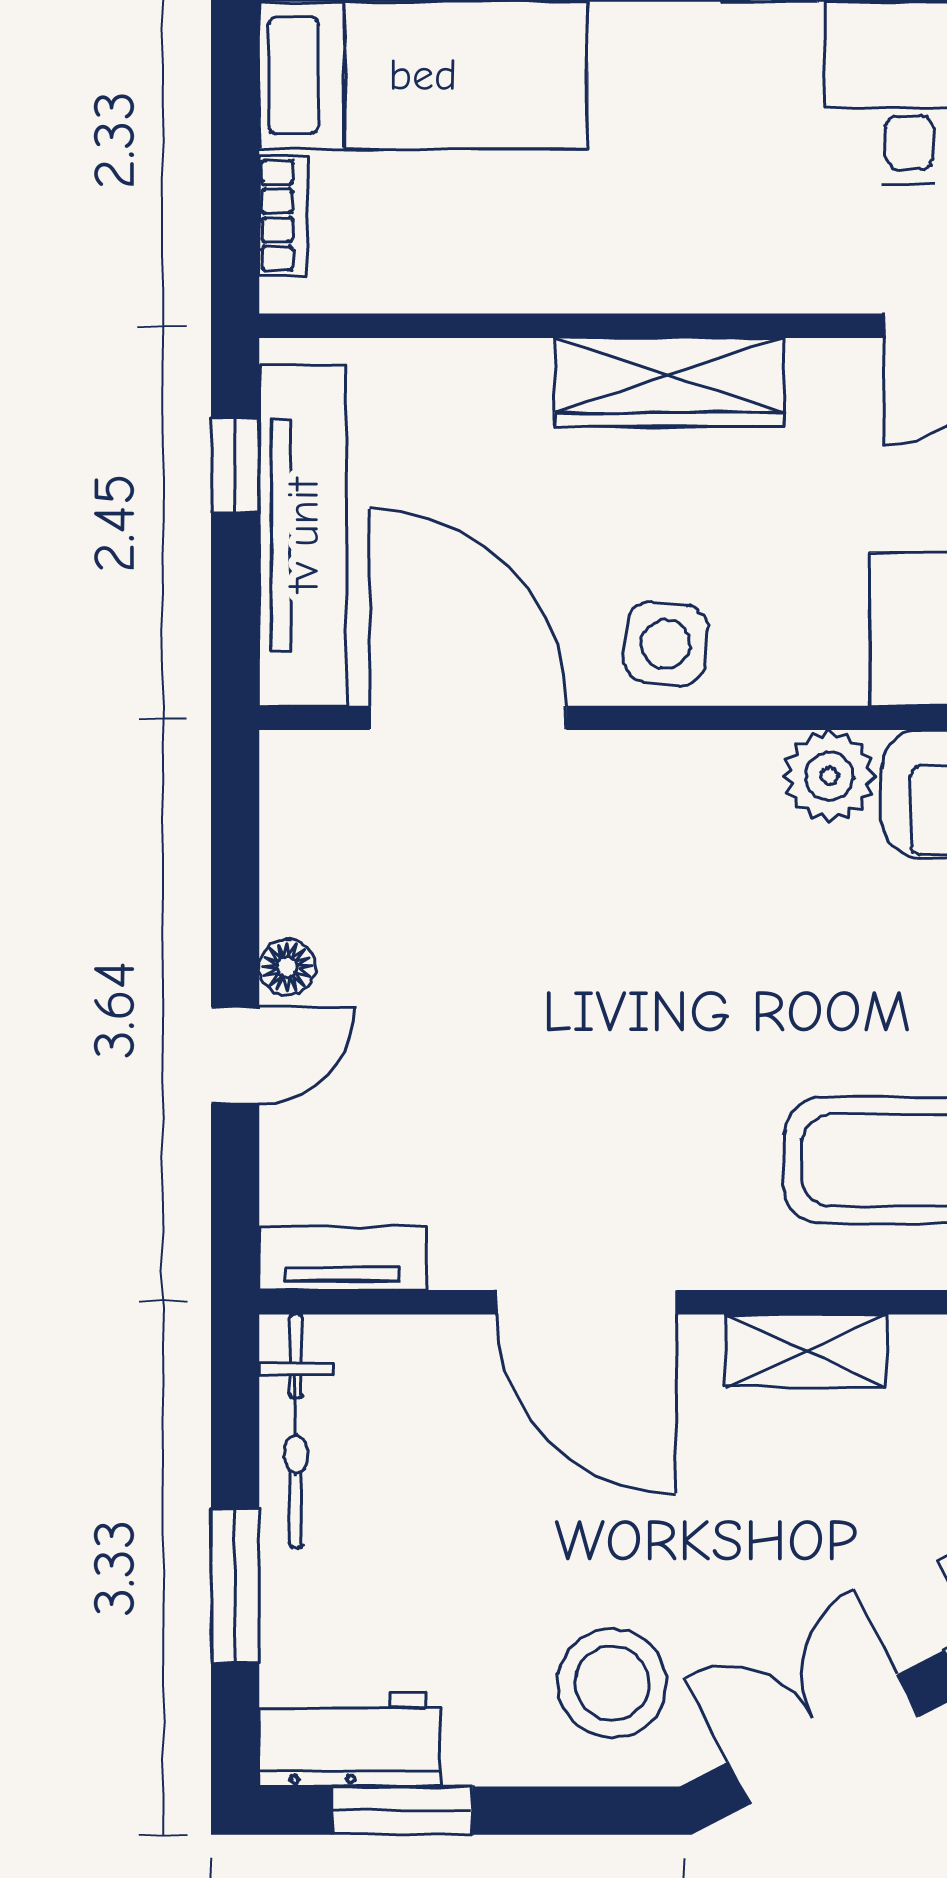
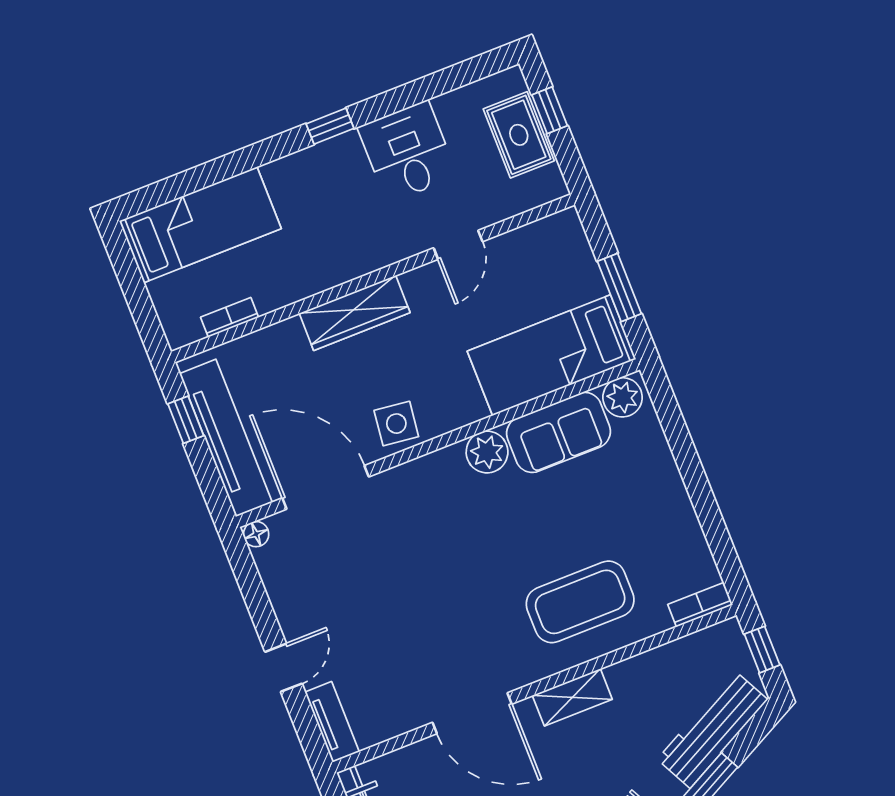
bookcase: (283, 215) -> (230, 317), moved, turned -90
floor lamp: (287, 967) -> (256, 534), moved
tv unit: (343, 1258) -> (332, 722), moved, turned 90

